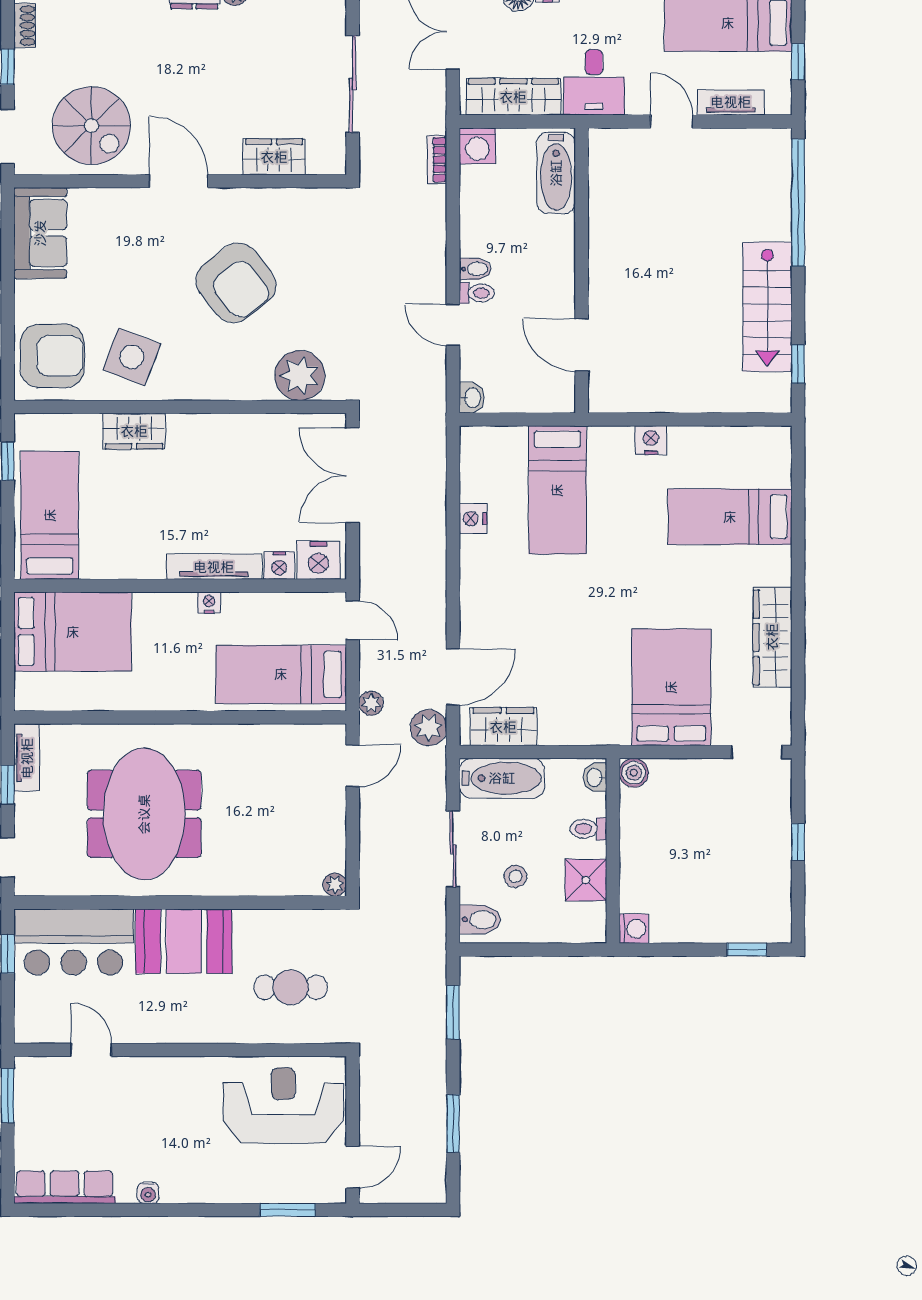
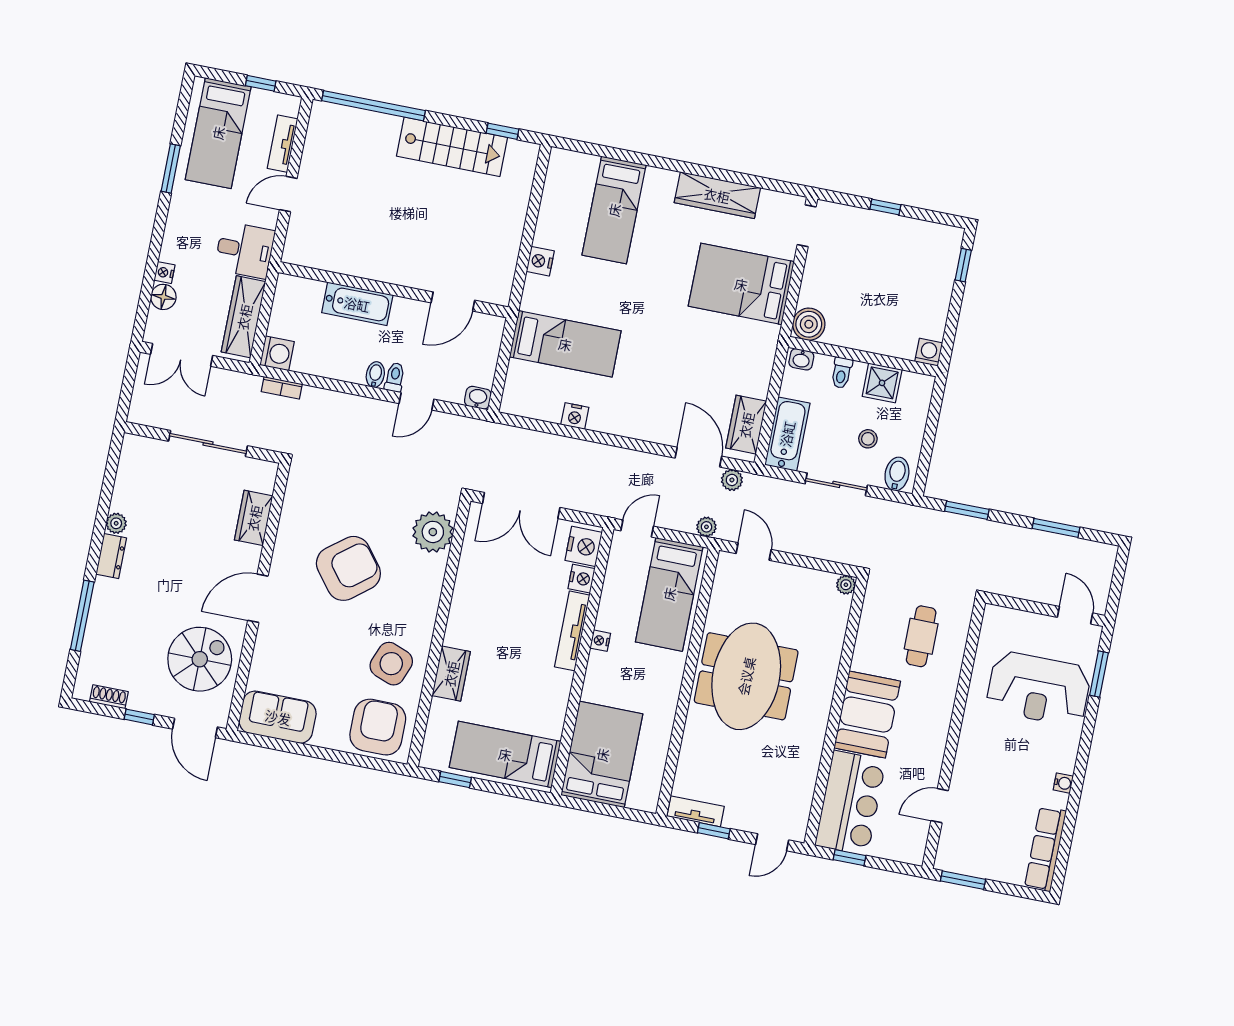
bathtub: (556, 173) -> (357, 304), moved
plant: (429, 728) -> (732, 480), width x0.73, depth x0.73
boiler: (634, 773) -> (809, 324), width x1.36, depth x1.36
meeting table: (144, 814) -> (746, 676), moved, turned 90
reception desk: (283, 1106) -> (1039, 689), moved, turned -90

